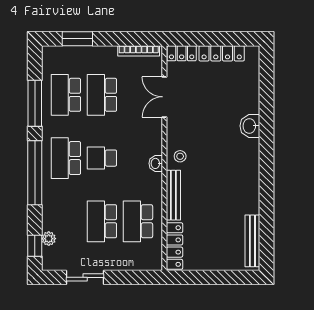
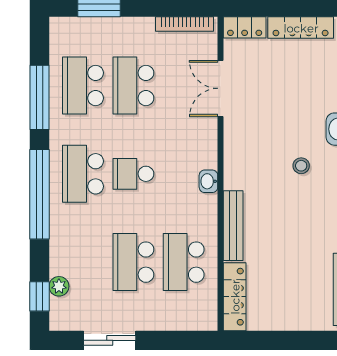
stool: (180, 156) -> (301, 166), moved

